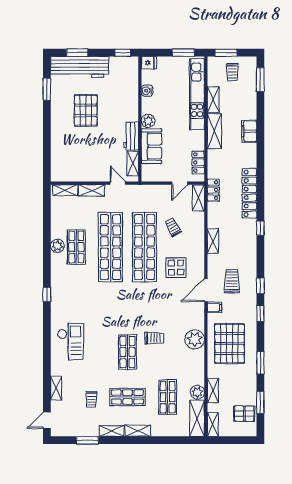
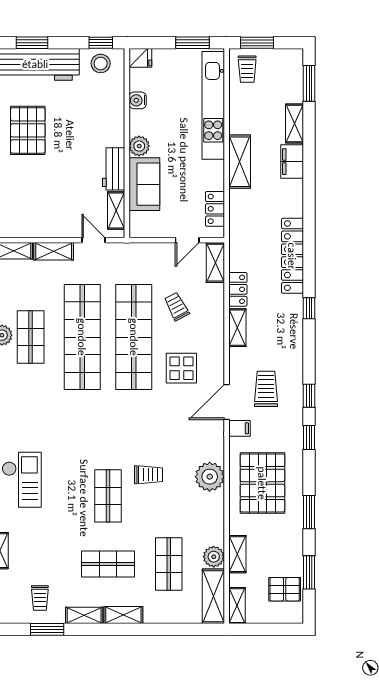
stool: (123, 66) -> (101, 63), added
trolley: (232, 72) -> (247, 69), moved
shelving: (213, 100) -> (295, 124), moved
pallet: (86, 110) -> (28, 130), moved
locker: (213, 190) -> (238, 289), moved
trolley: (91, 399) -> (40, 598), moved

